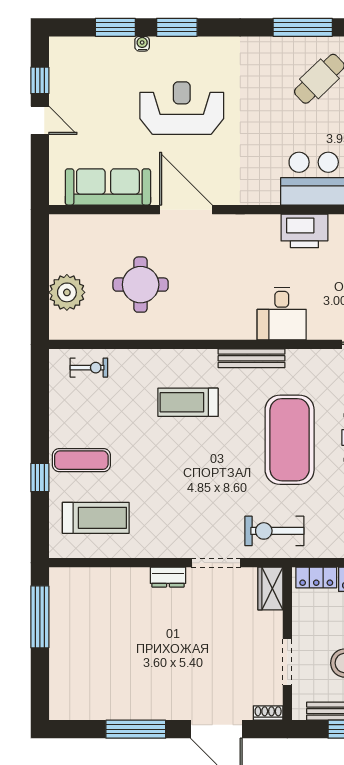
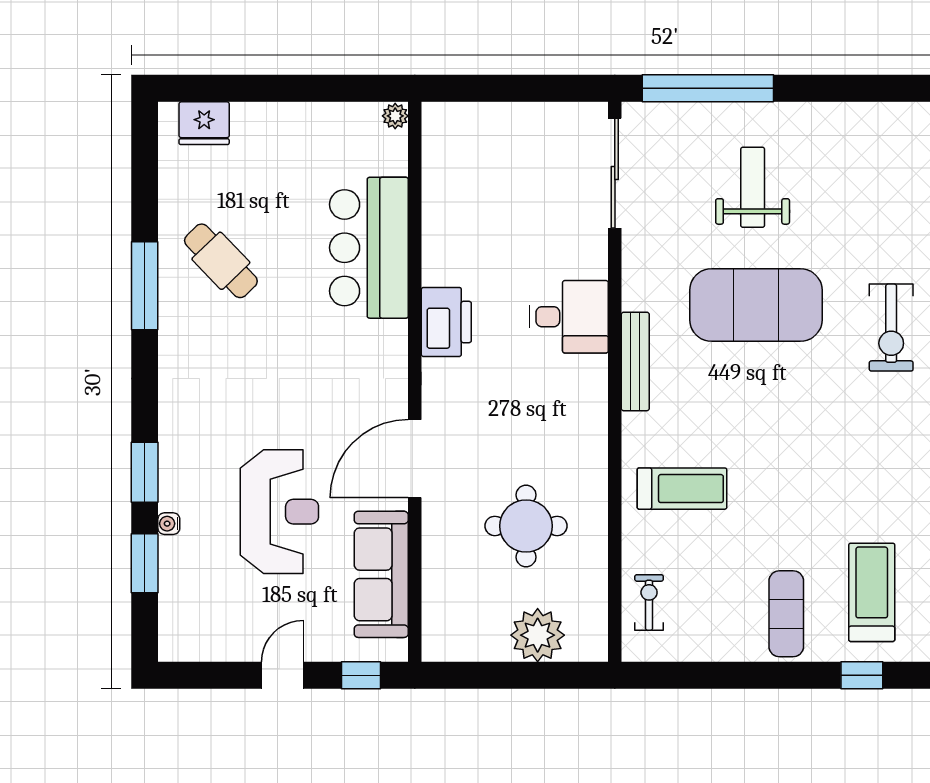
window: (40, 80) -> (361, 675), moved
reception desk: (182, 108) -> (279, 512), moved, turned 180
printer: (304, 231) -> (446, 322), moved
treadmill: (188, 402) -> (682, 489), moved, turned -90
window: (40, 478) -> (862, 675), moved

